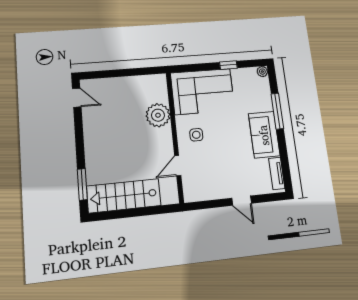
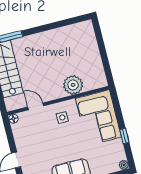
door: (77, 98) -> (77, 20), removed
floor lamp: (189, 196) -> (13, 119), added

